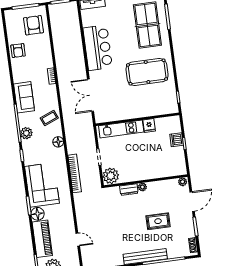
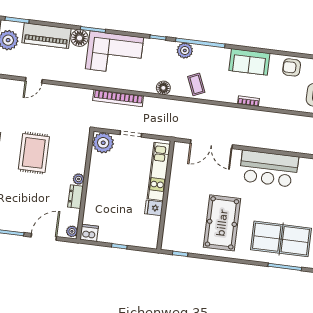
double door: (91, 95) -> (211, 144), swing flipped
sofa: (24, 97) -> (249, 62), moved
dishwasher: (177, 140) -> (89, 233), moved
dresser: (129, 190) -> (75, 197), moved
door: (192, 202) -> (44, 237), swing flipped
rug: (158, 221) -> (34, 153), moved, width x1.36, depth x1.43

